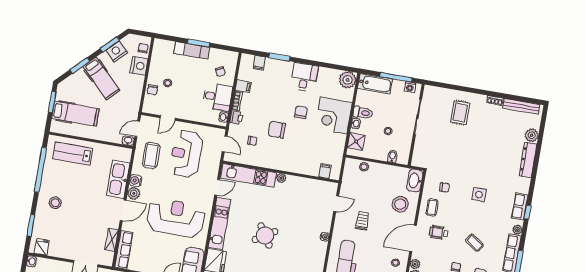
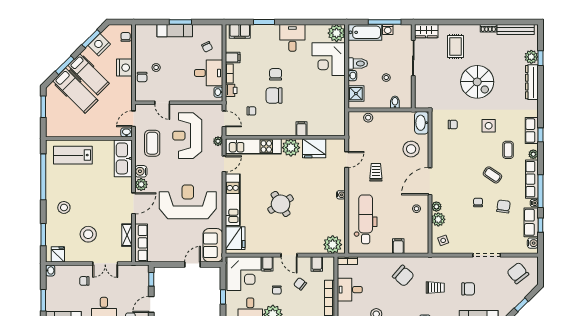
filing cabinet: (259, 63) -> (240, 31), width x2.00
nightstand: (139, 66) -> (124, 68), moved
washing machine: (410, 87) -> (388, 30), moved
wardrobe: (435, 93) -> (426, 31), added
chair: (301, 112) -> (276, 74), moved
hospital bed: (75, 114) -> (75, 91), moved, turned 45
corner desk: (334, 116) -> (329, 59), moved
door: (168, 118) -> (162, 103), hinge flipped
window: (540, 138) -> (540, 58), added
spiral stairs: (475, 150) -> (477, 82), added
plant: (215, 164) -> (218, 141), added
filing cabinet: (325, 171) -> (301, 129), moved
plant: (281, 178) -> (291, 148), width x1.88, depth x1.88
kitchen sink: (118, 179) -> (123, 158), moved
fridge: (307, 187) -> (314, 148), added
coffee table: (432, 207) -> (508, 150), moved
wheelchair: (439, 232) -> (455, 171), removed
stool: (74, 233) -> (88, 234), added

